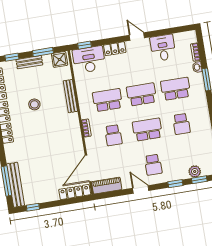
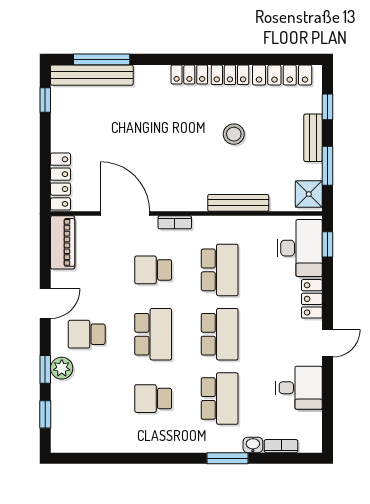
door: (88, 168) -> (125, 214), moved
plant: (195, 172) -> (62, 368), moved

